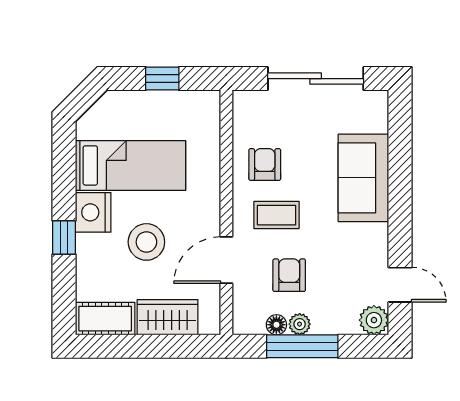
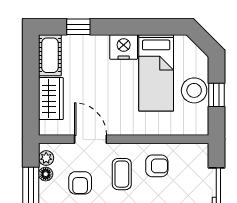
window: (64, 237) -> (78, 27), moved
stool: (146, 242) -> (194, 90), moved
armchair: (289, 275) -> (80, 183), turned 90
plant: (300, 324) -> (46, 158), moved

